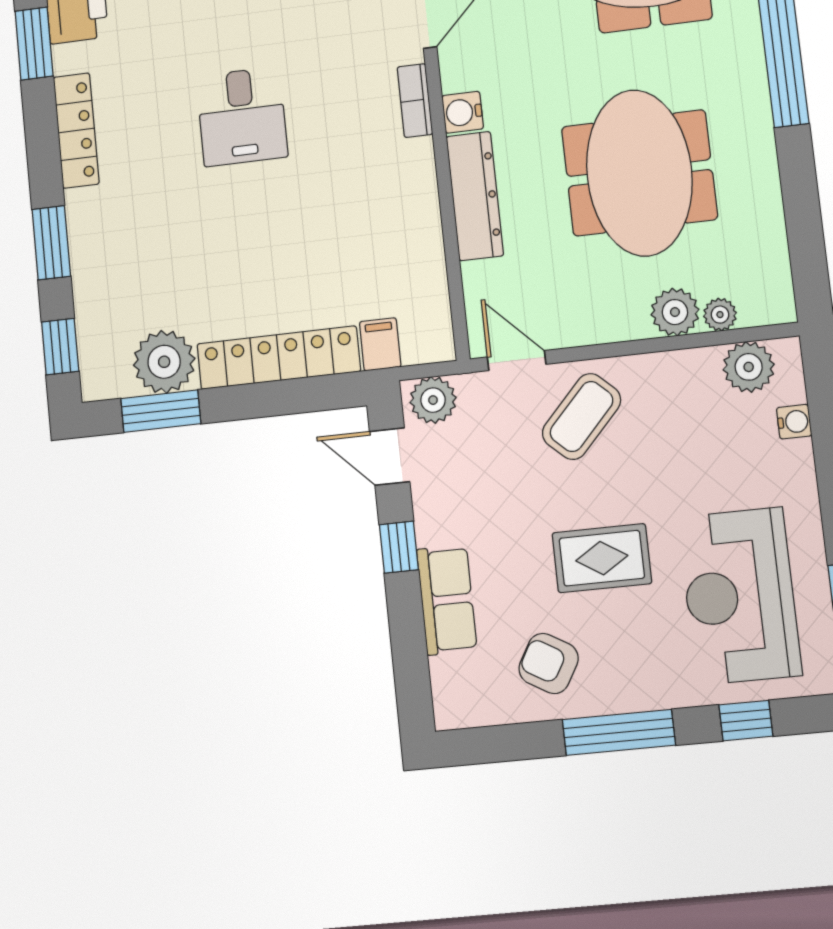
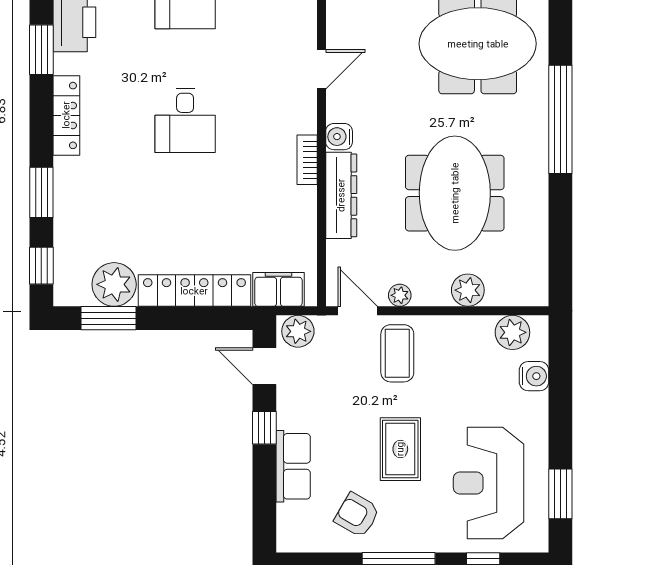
bookcase: (415, 101) -> (307, 160), moved
plant: (720, 315) -> (400, 295), moved
filing cabinet: (380, 344) -> (278, 289), width x2.00
coffee table: (582, 416) -> (397, 353), turned -43
water cooler: (794, 422) -> (534, 376), width x1.38, depth x1.38
rug: (602, 558) -> (400, 449), turned 90

